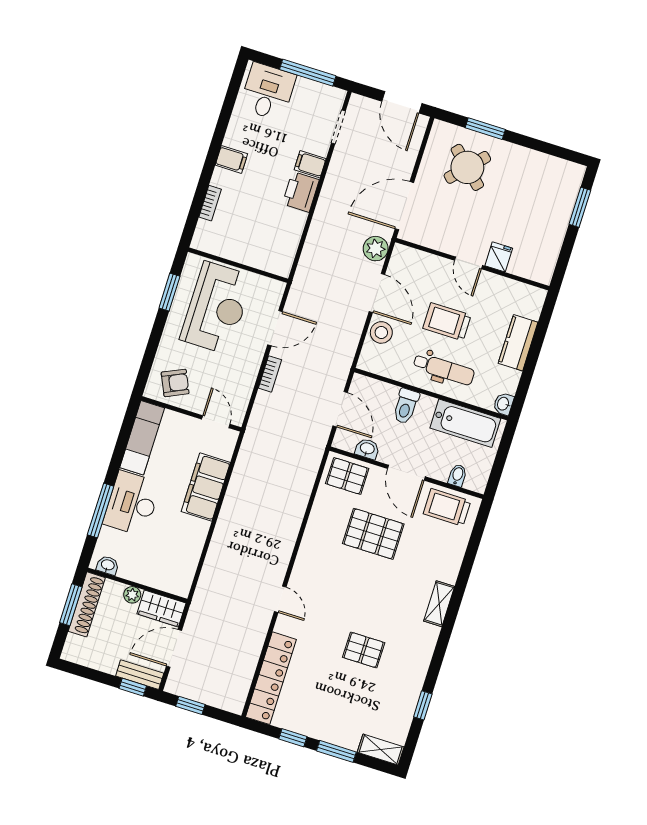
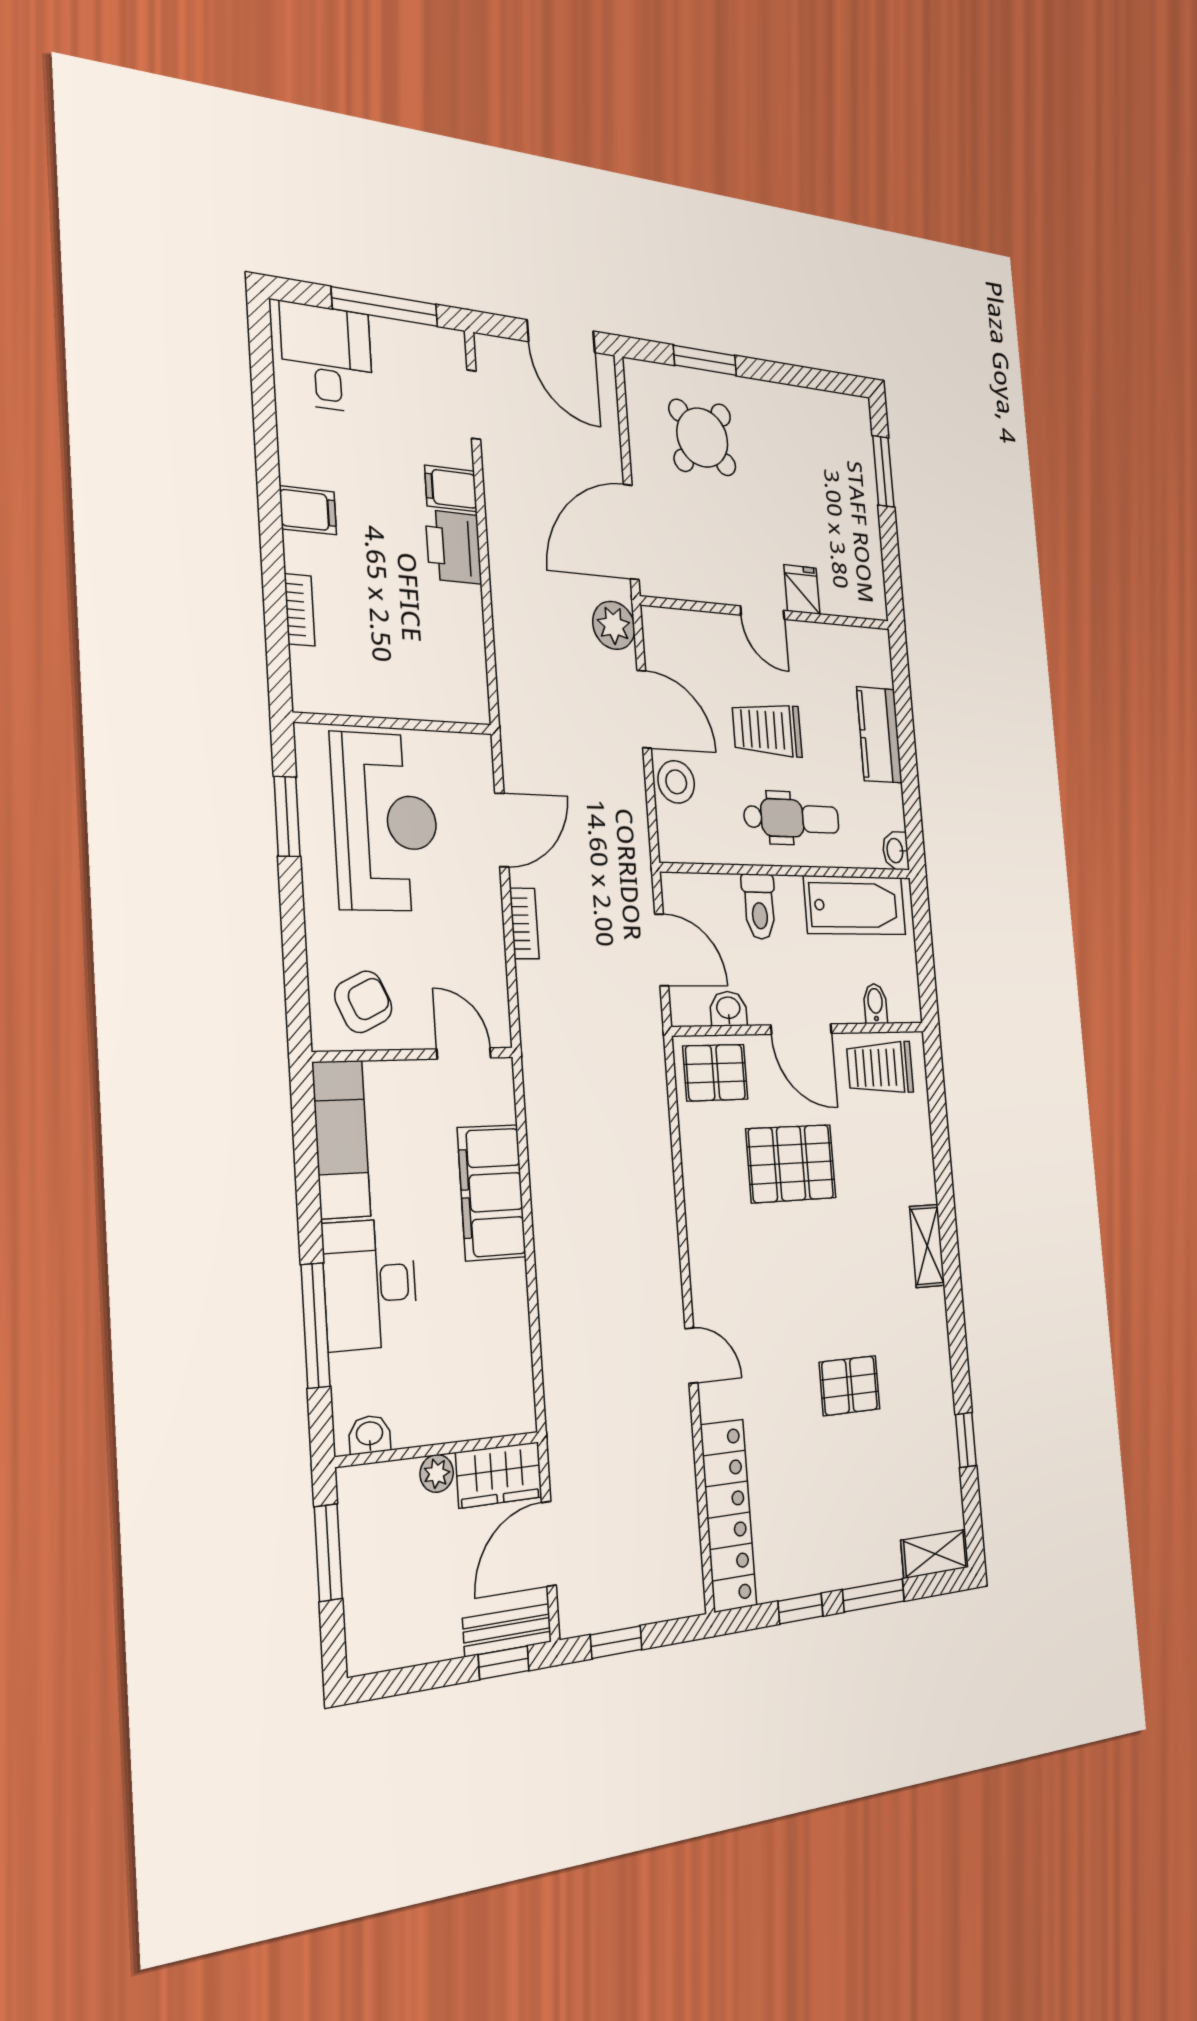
shoe rack: (87, 604) -> (359, 1537), removed

